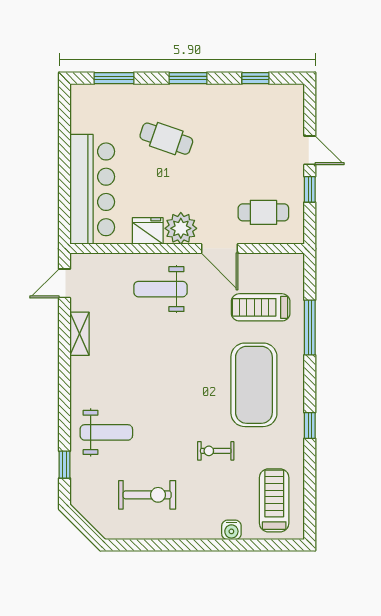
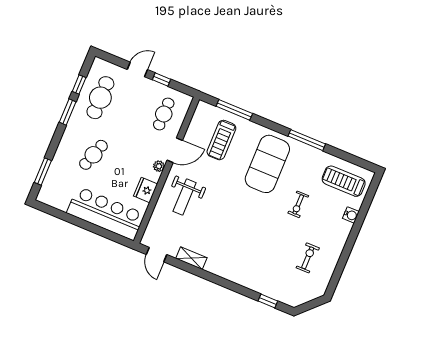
window: (188, 78) -> (68, 112), moved
cafe table: (250, 115) -> (100, 98), added
plant: (181, 228) -> (159, 166), width x0.53, depth x0.53
window: (310, 328) -> (234, 110), moved
exercise mat: (254, 385) -> (267, 164), turned 90
window: (310, 425) -> (307, 140), width x2.17
weight bench: (106, 432) -> (259, 267), removed
exercise bike: (147, 495) -> (308, 258), width x0.73, depth x0.72

